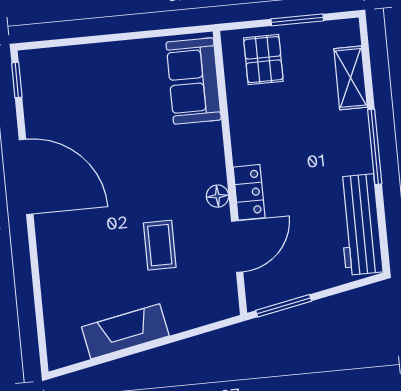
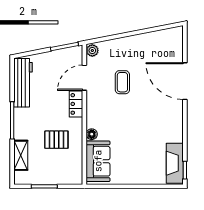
pallet: (263, 60) -> (56, 140), moved, turned 90
door: (26, 177) -> (185, 81), moved
floor lamp: (217, 196) -> (92, 134), moved
plant: (227, 303) -> (92, 50), added
fireplace: (125, 331) -> (175, 163), moved, turned 101

